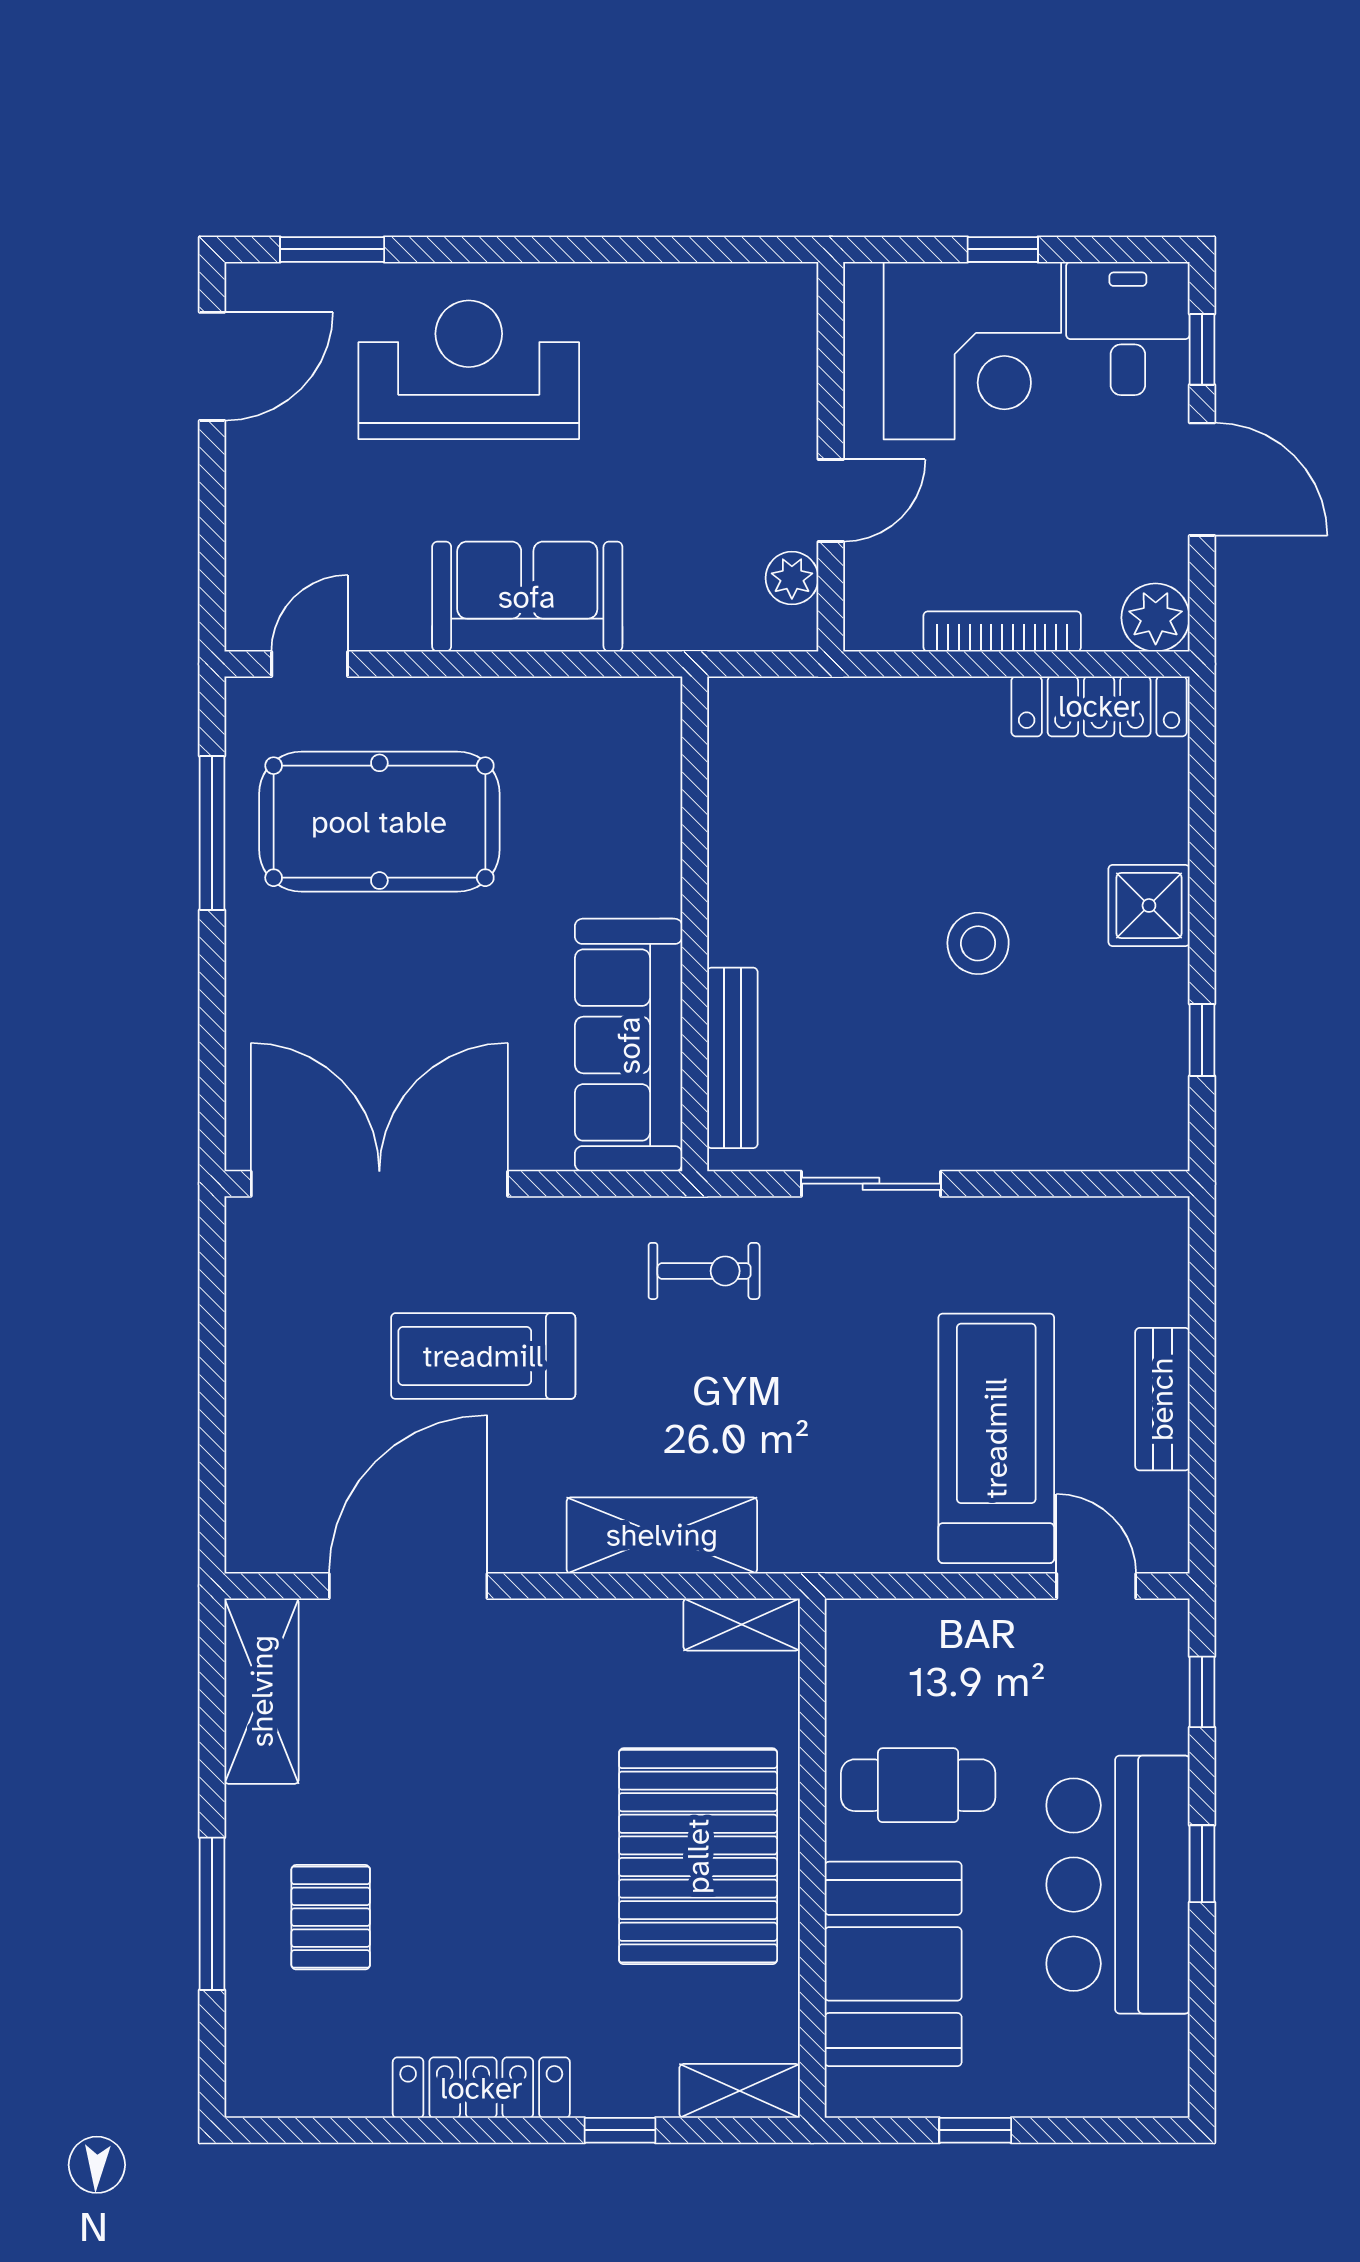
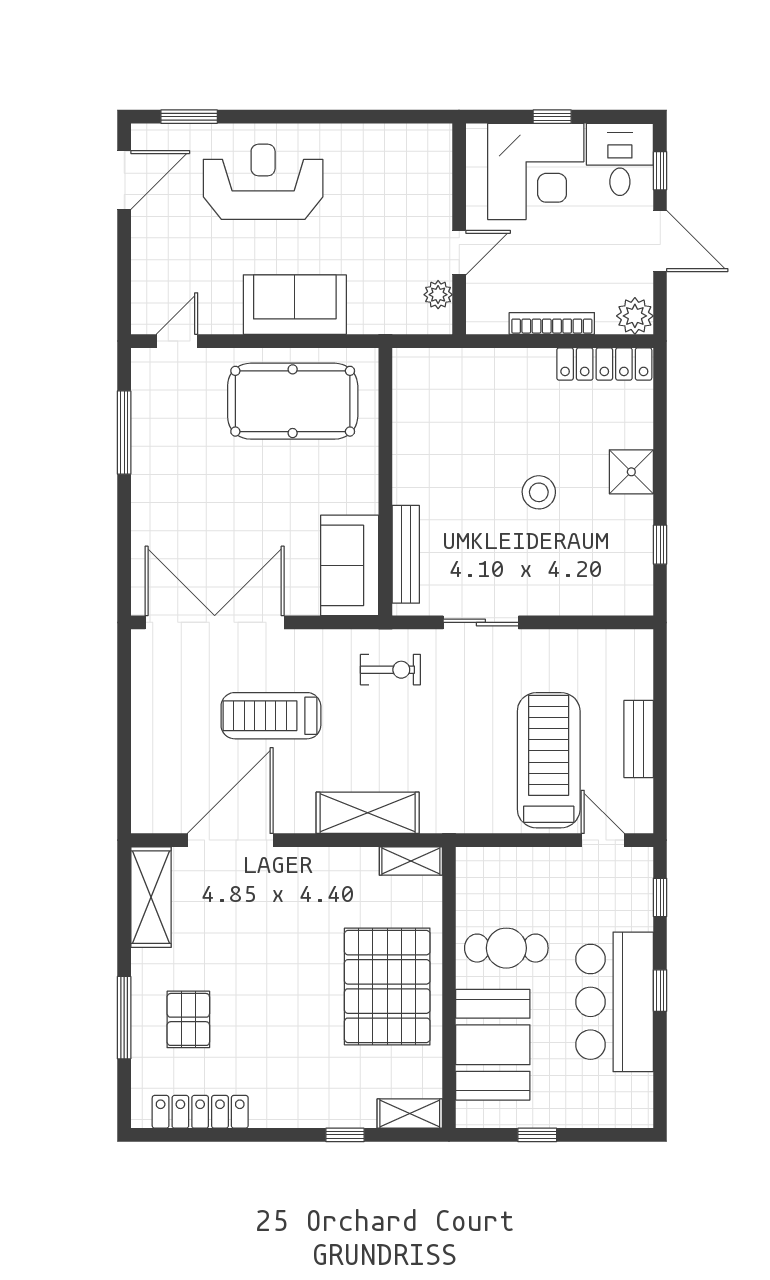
pool table: (379, 822) -> (293, 401), moved
sofa: (629, 1045) -> (350, 565), width x0.73
locker: (481, 2088) -> (200, 1112), moved

